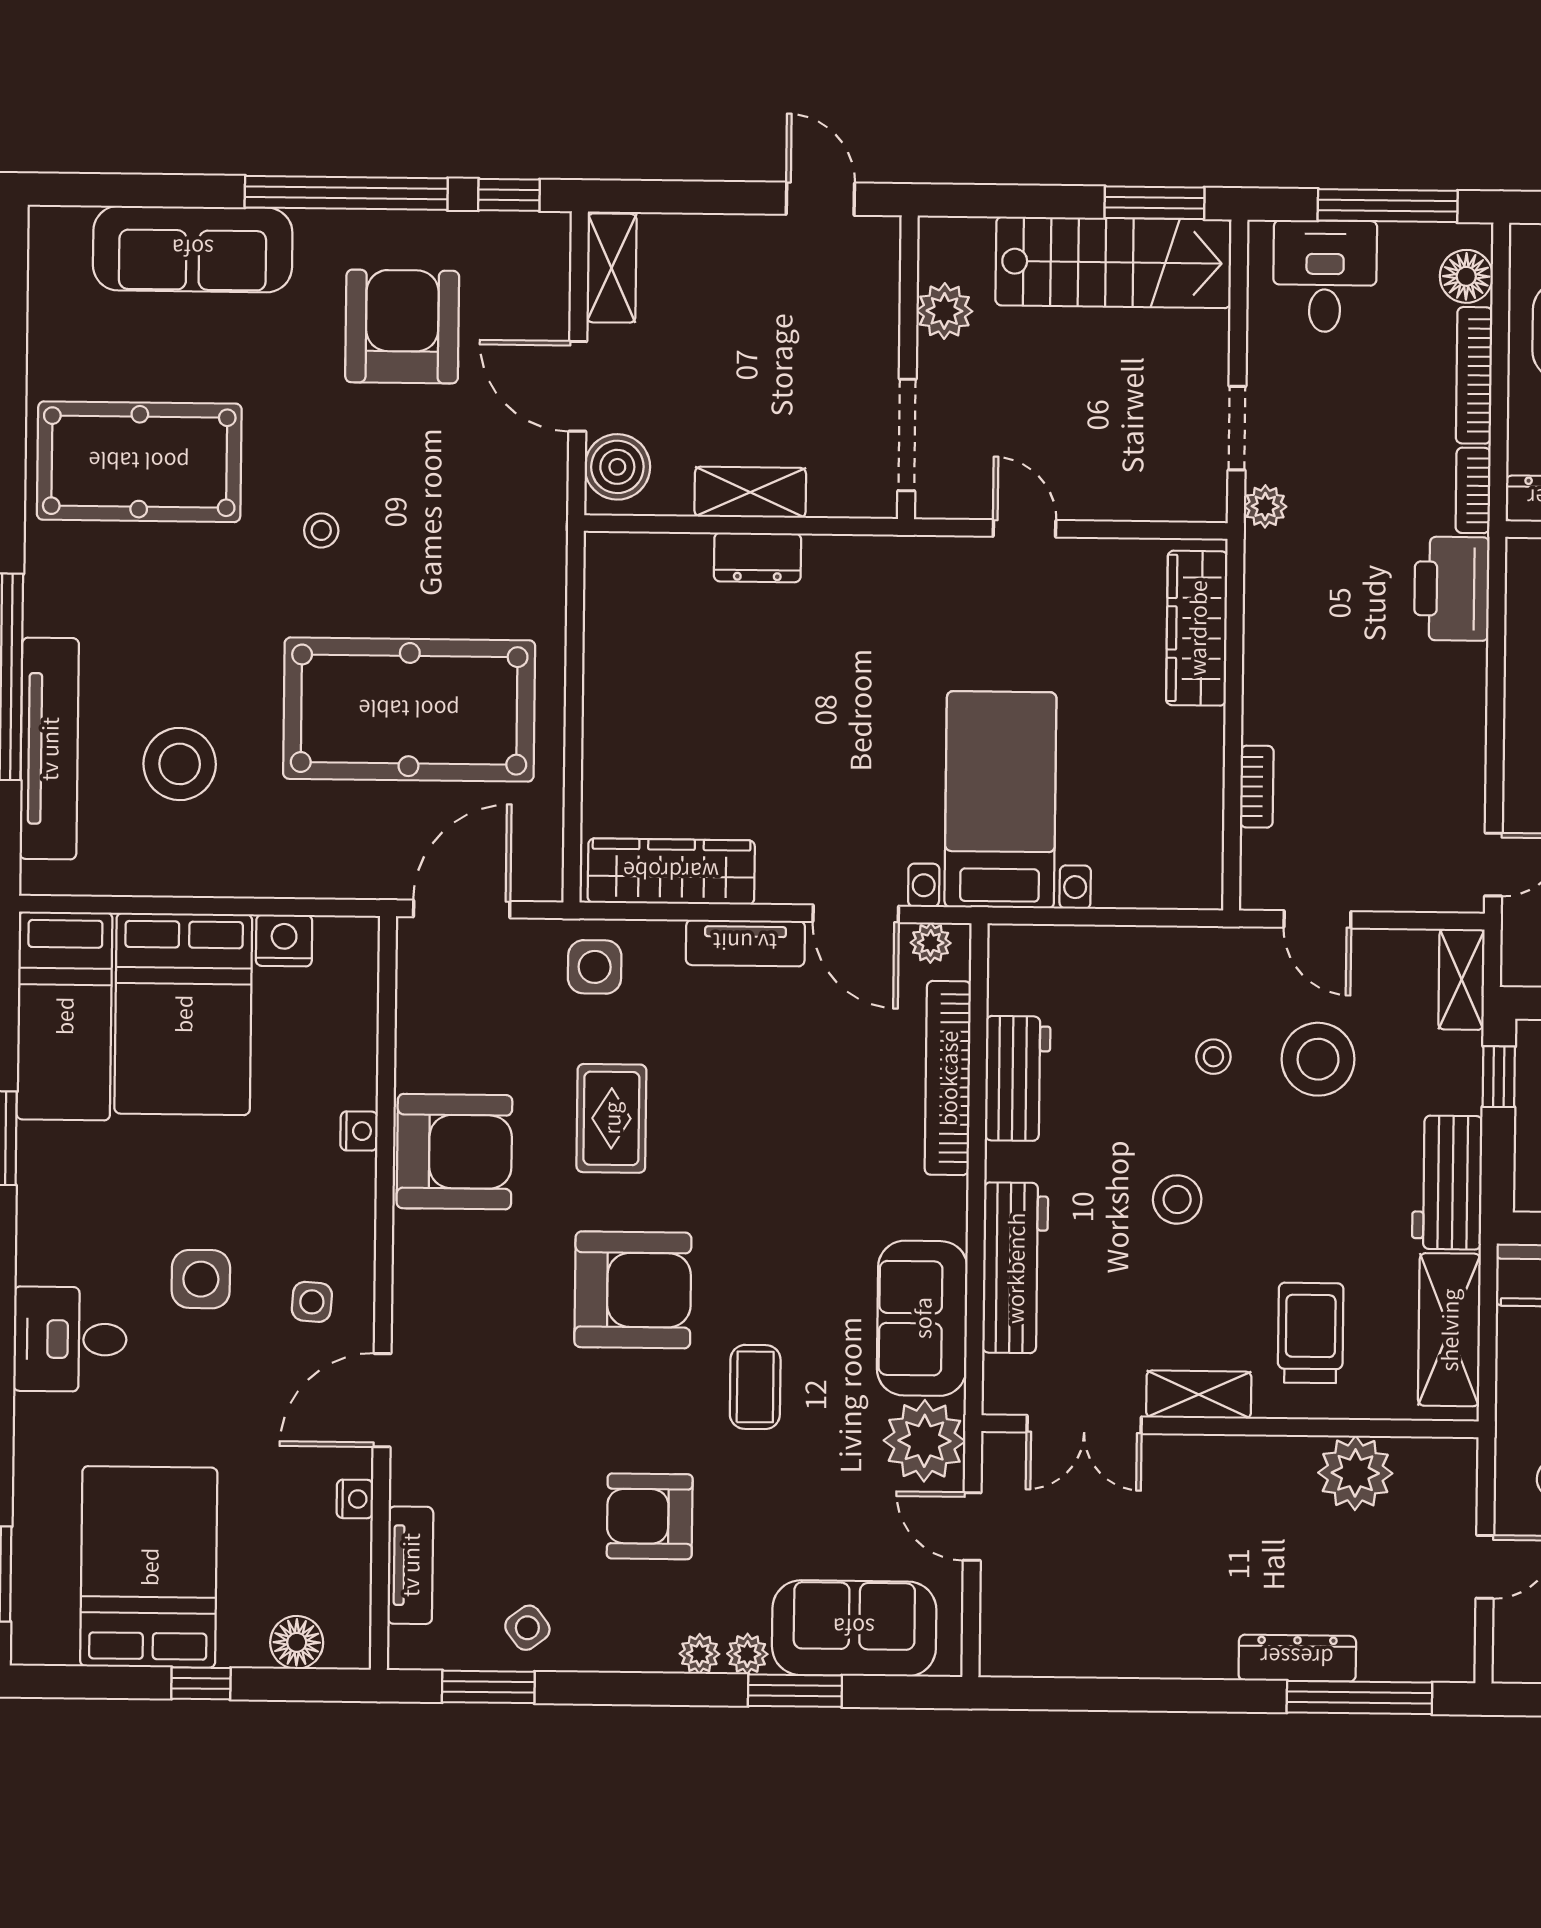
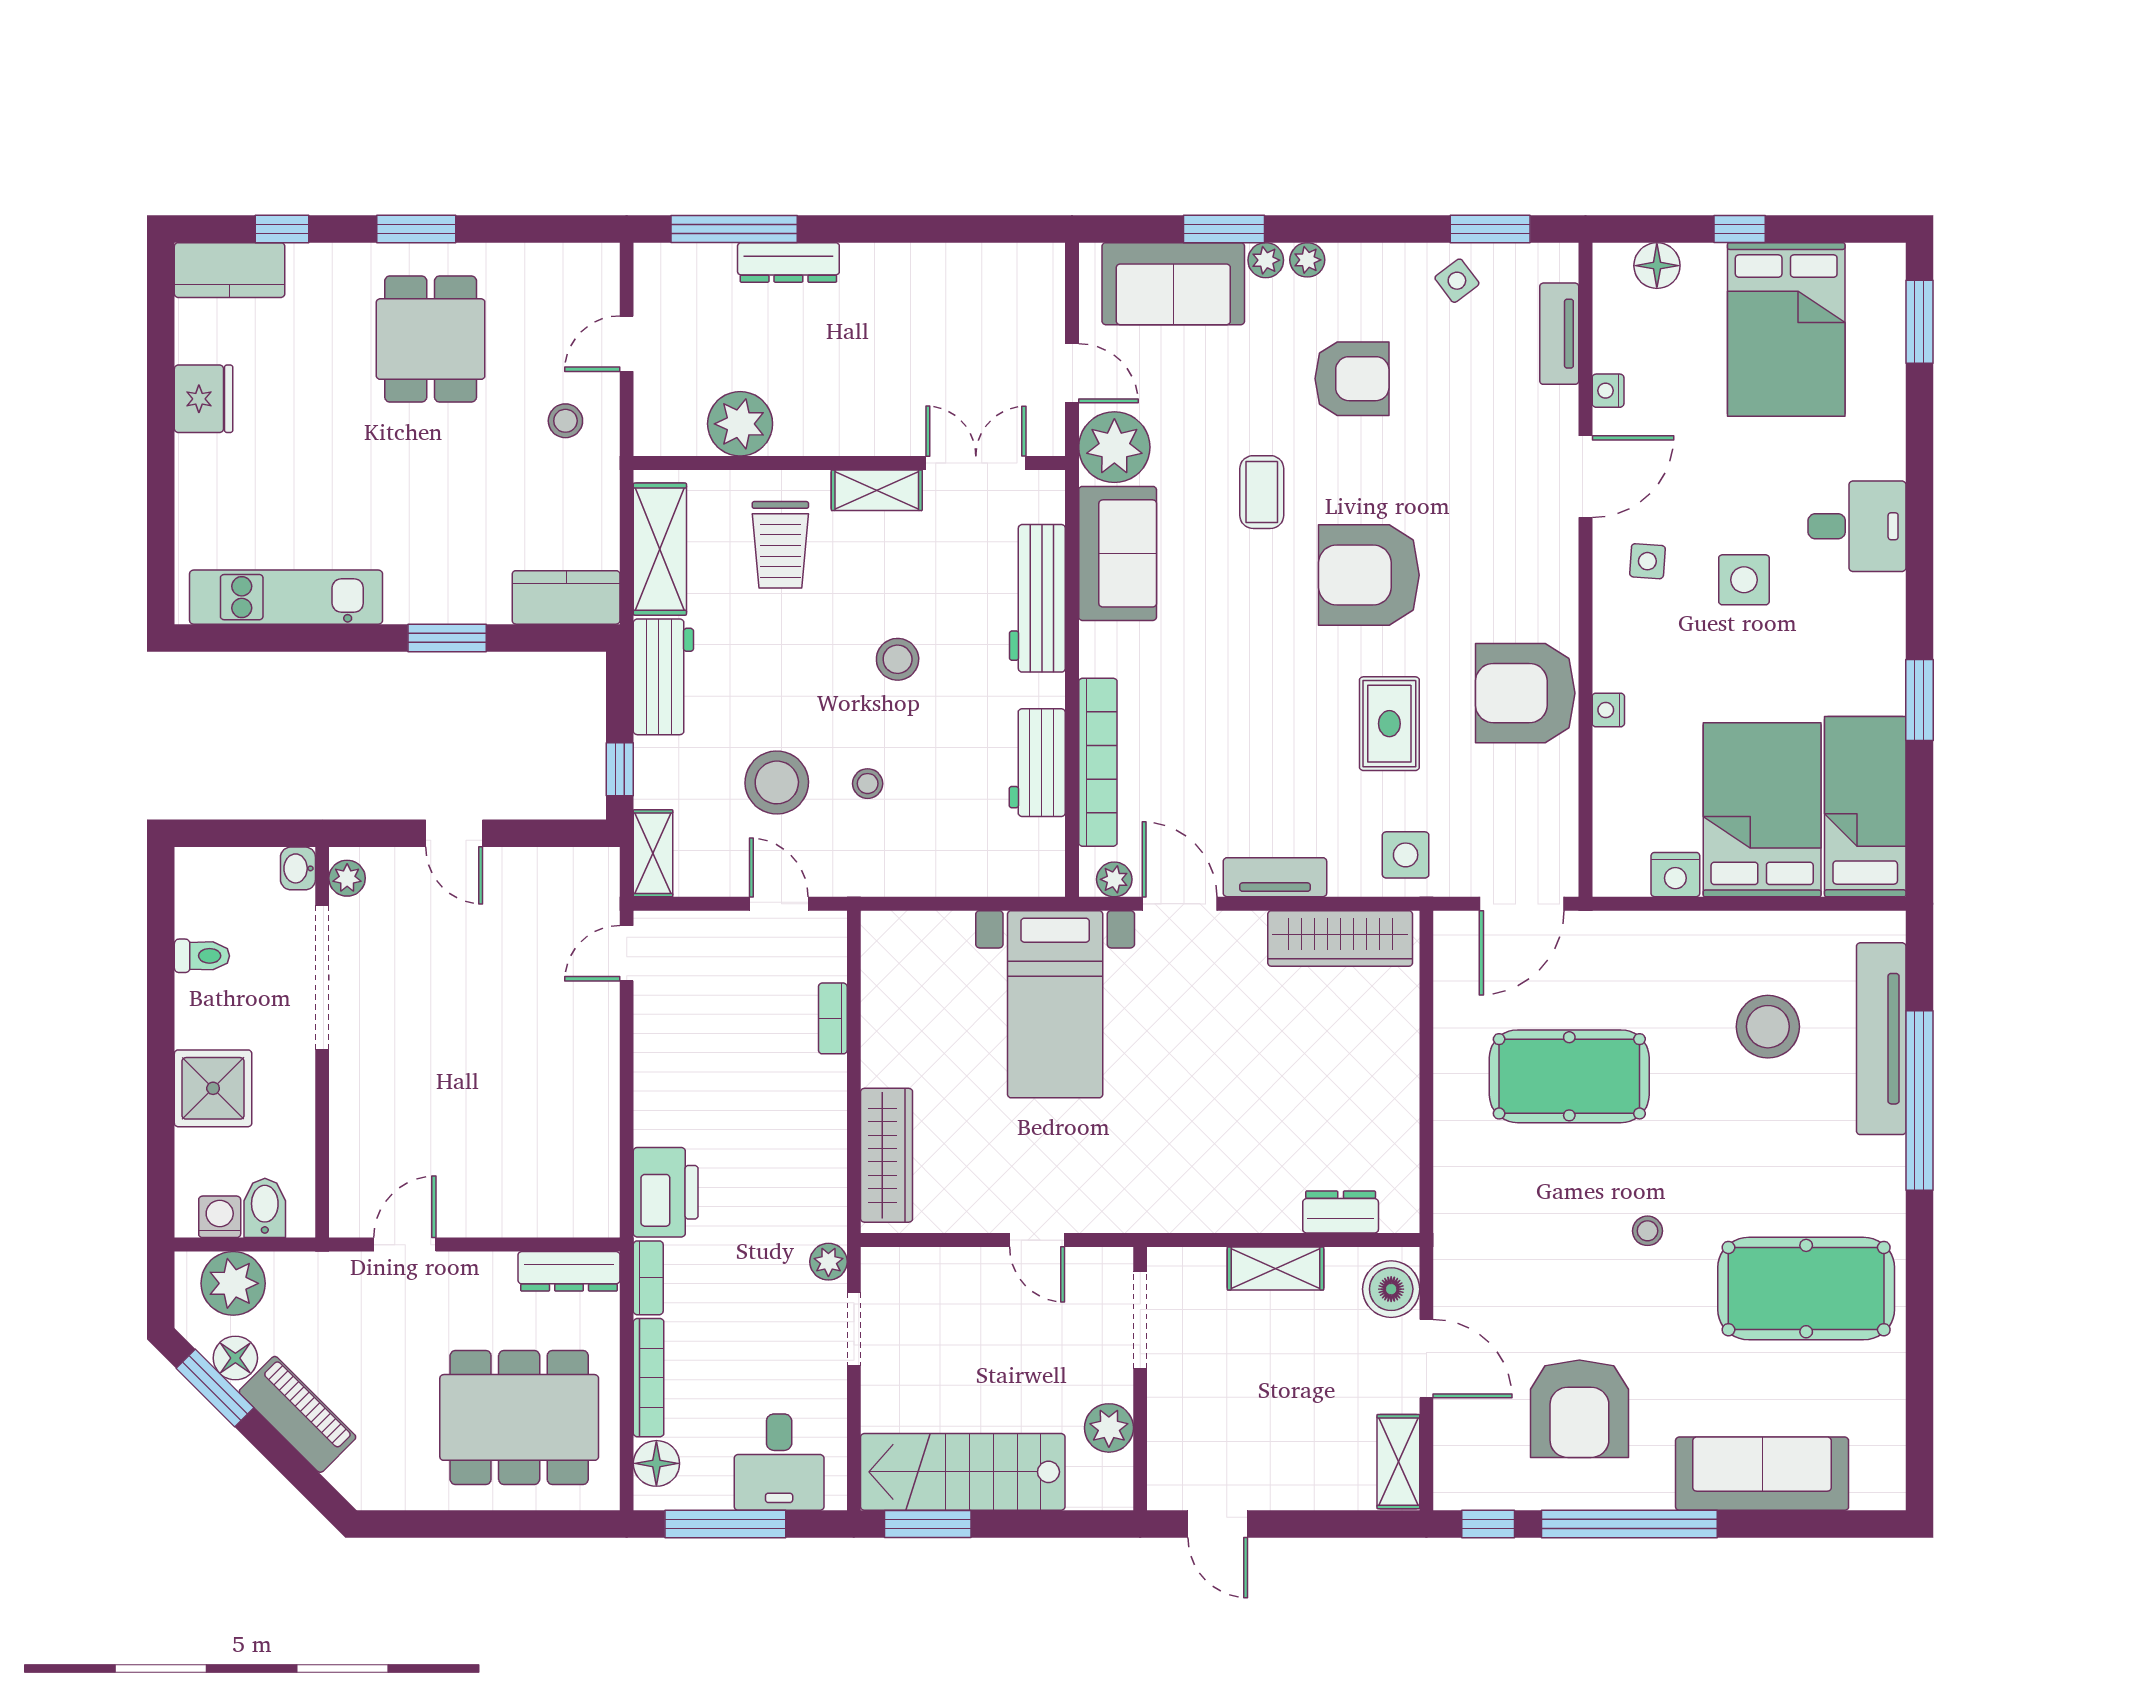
dresser: (758, 557) -> (1341, 1212), moved
pool table: (409, 710) -> (1569, 1076), width x0.73, depth x0.76

